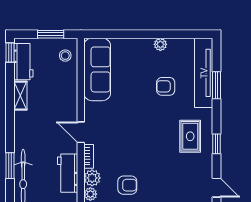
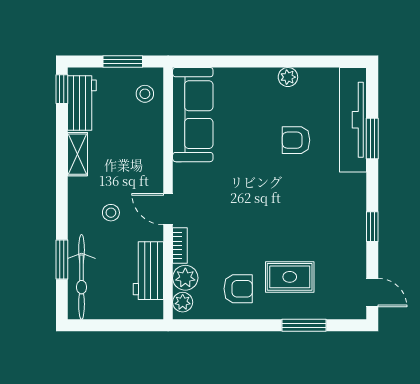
stool: (43, 135) -> (111, 213), added
rug: (190, 136) -> (290, 277), moved, turned 90

